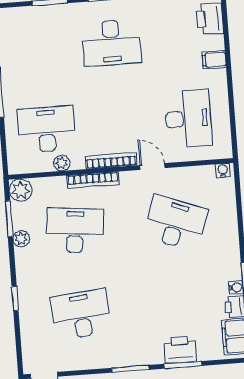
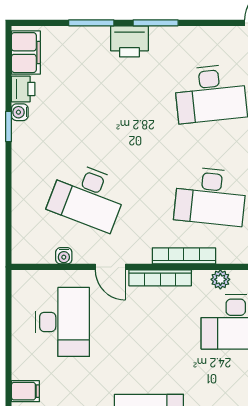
desk: (188, 119) -> (62, 322), turned 180
water cooler: (223, 170) -> (64, 256), moved
printer: (180, 350) -> (129, 41), moved

